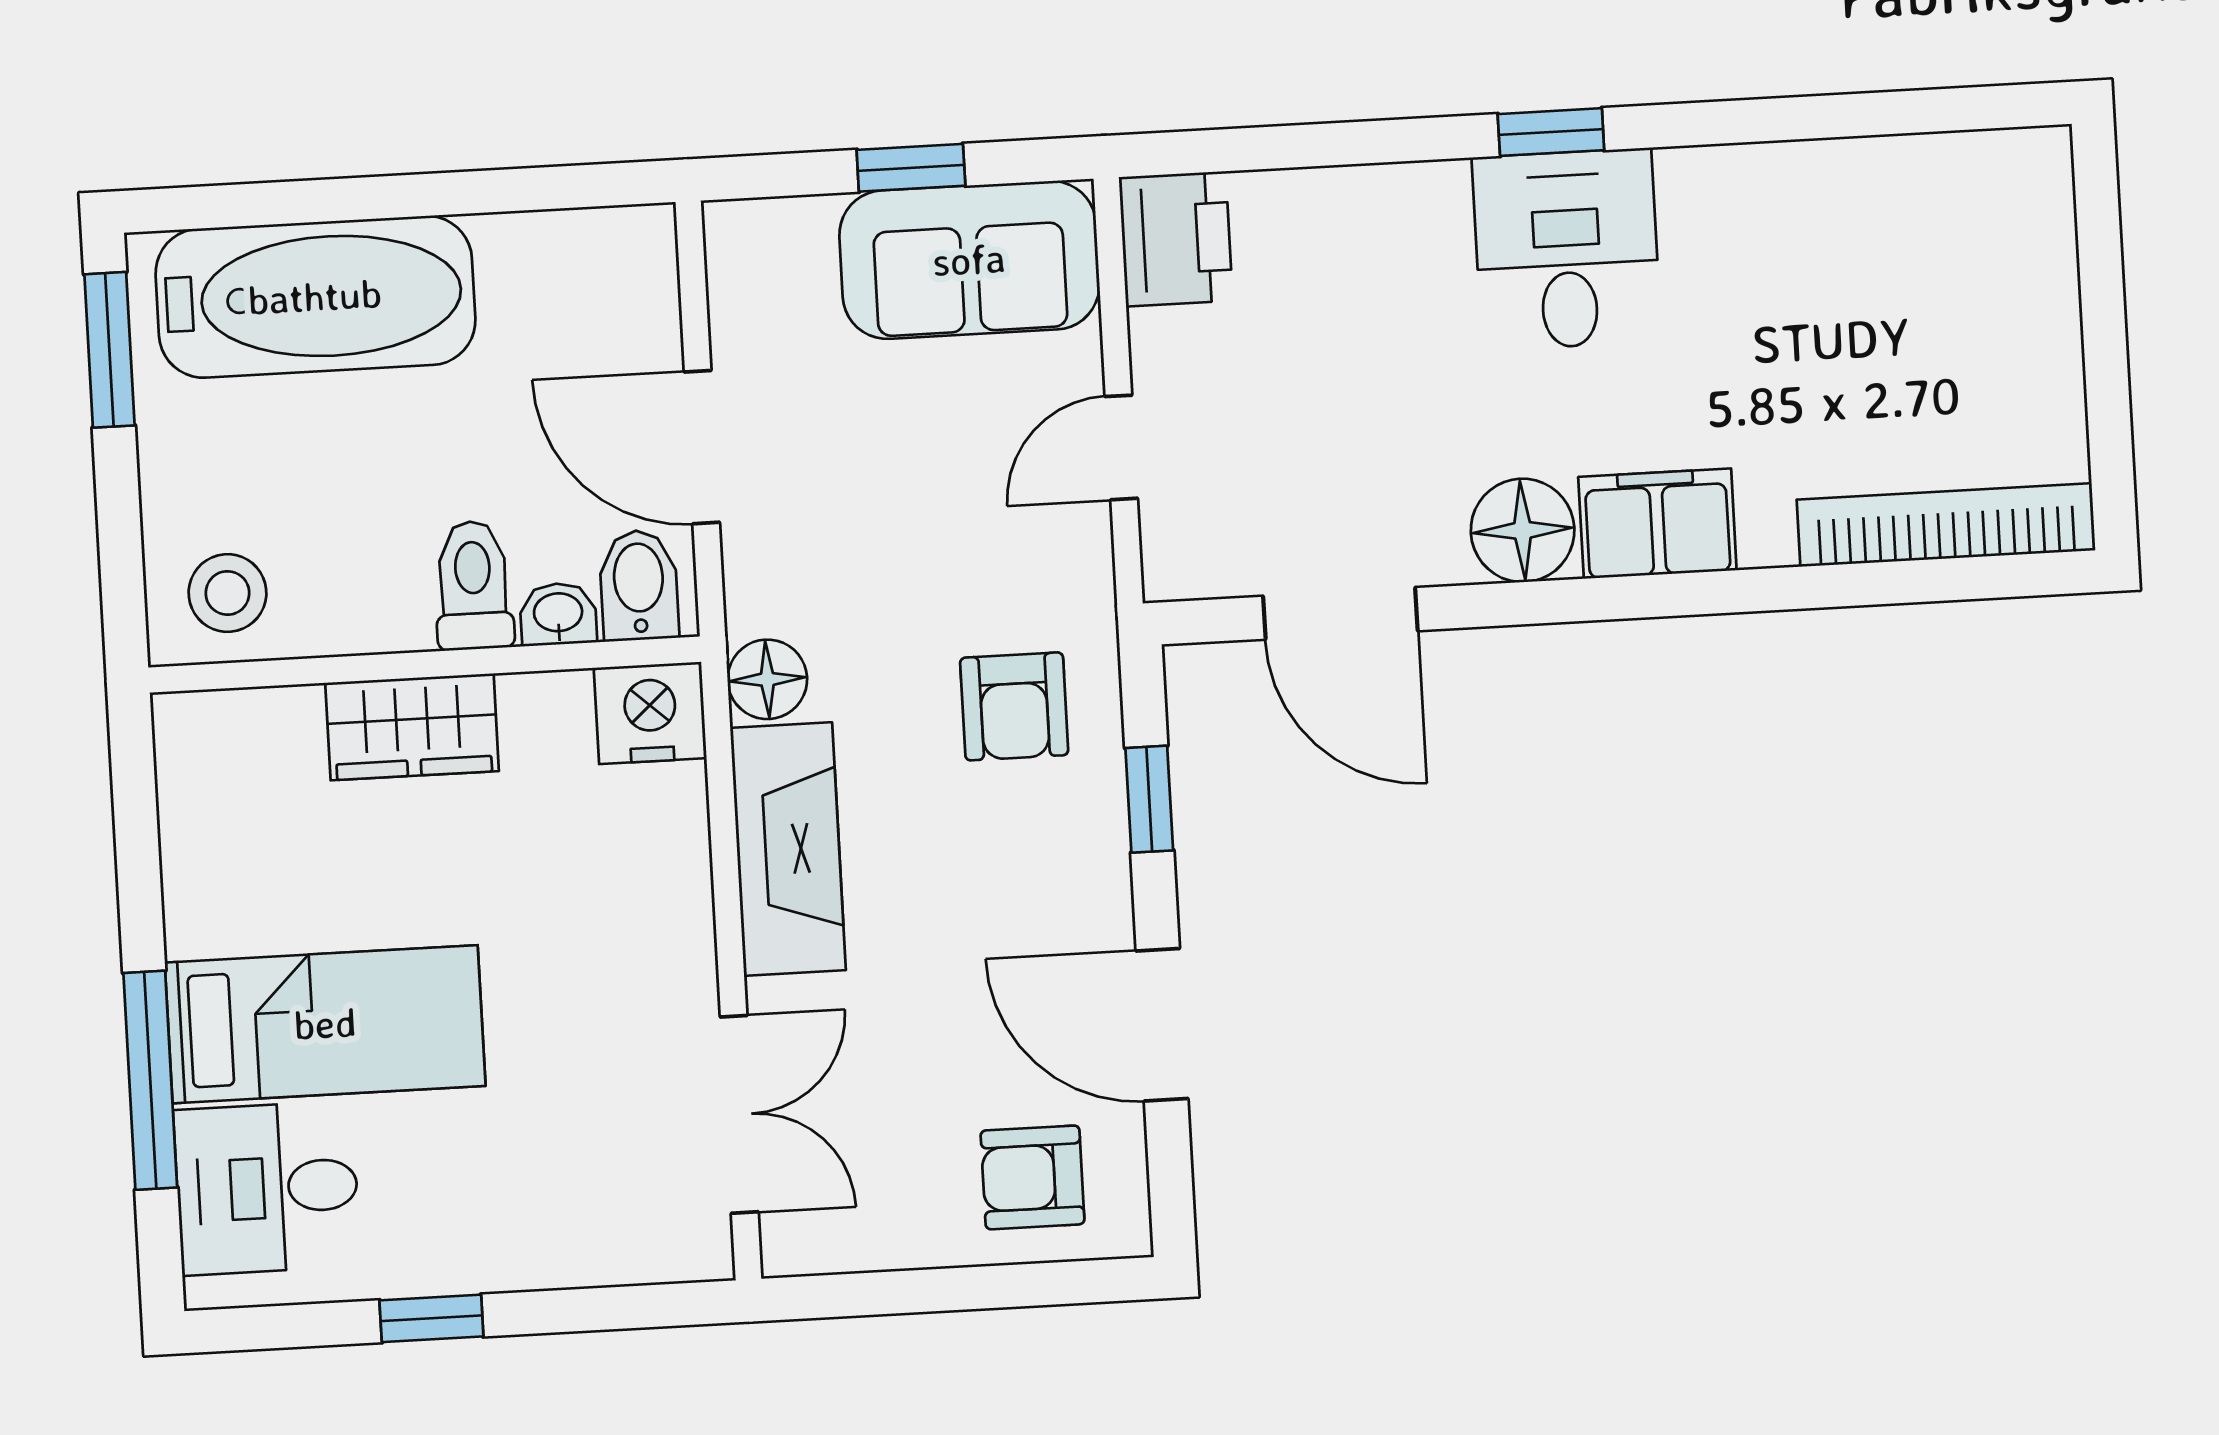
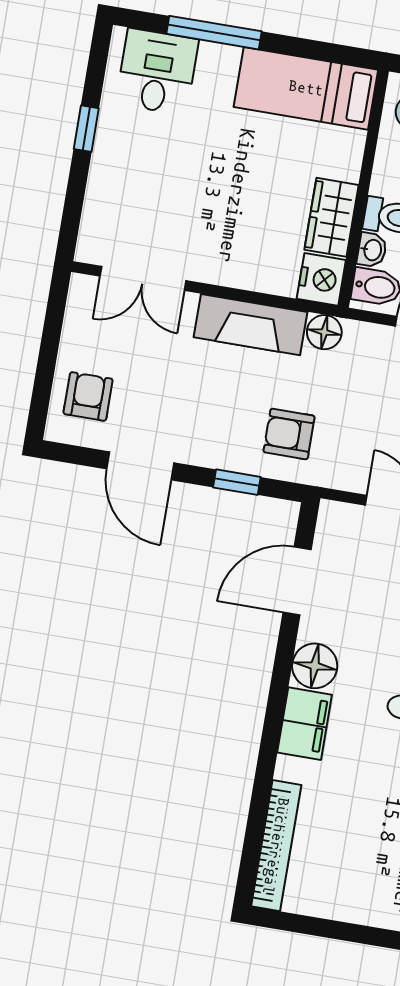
wardrobe: (412, 727) -> (332, 217), moved
bed: (325, 1024) -> (306, 88), moved, turned 90
door: (1162, 1025) -> (140, 466), swing flipped

